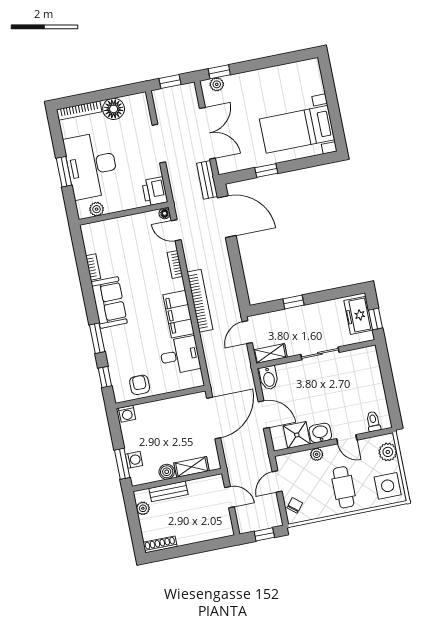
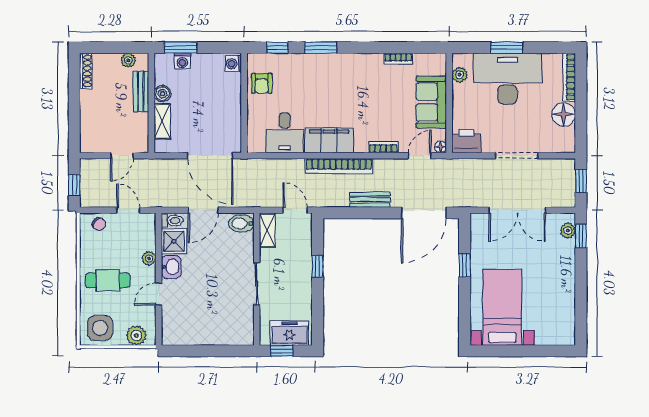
bench: (207, 180) -> (370, 200), moved
sofa: (109, 302) -> (431, 102), moved, turned 90
armchair: (140, 385) -> (262, 83), turned 90
toilet: (373, 421) -> (172, 221), moved

